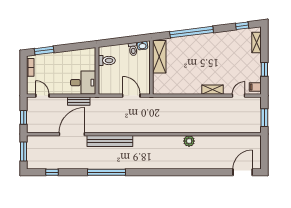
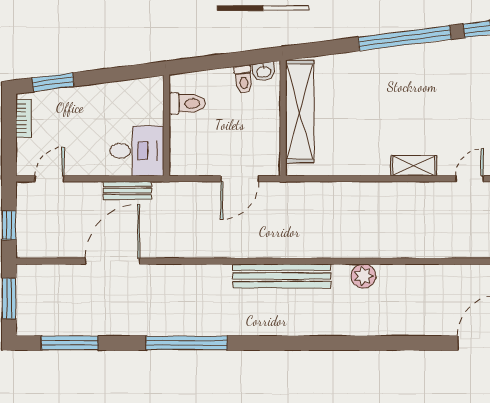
window: (192, 32) -> (405, 38), moved
shelving: (159, 57) -> (300, 112), width x1.47
door: (42, 96) -> (49, 179), hinge flipped
door: (131, 96) -> (240, 179), swing flipped
bench: (110, 141) -> (282, 276), moved
window: (52, 172) -> (70, 343), width x2.17

